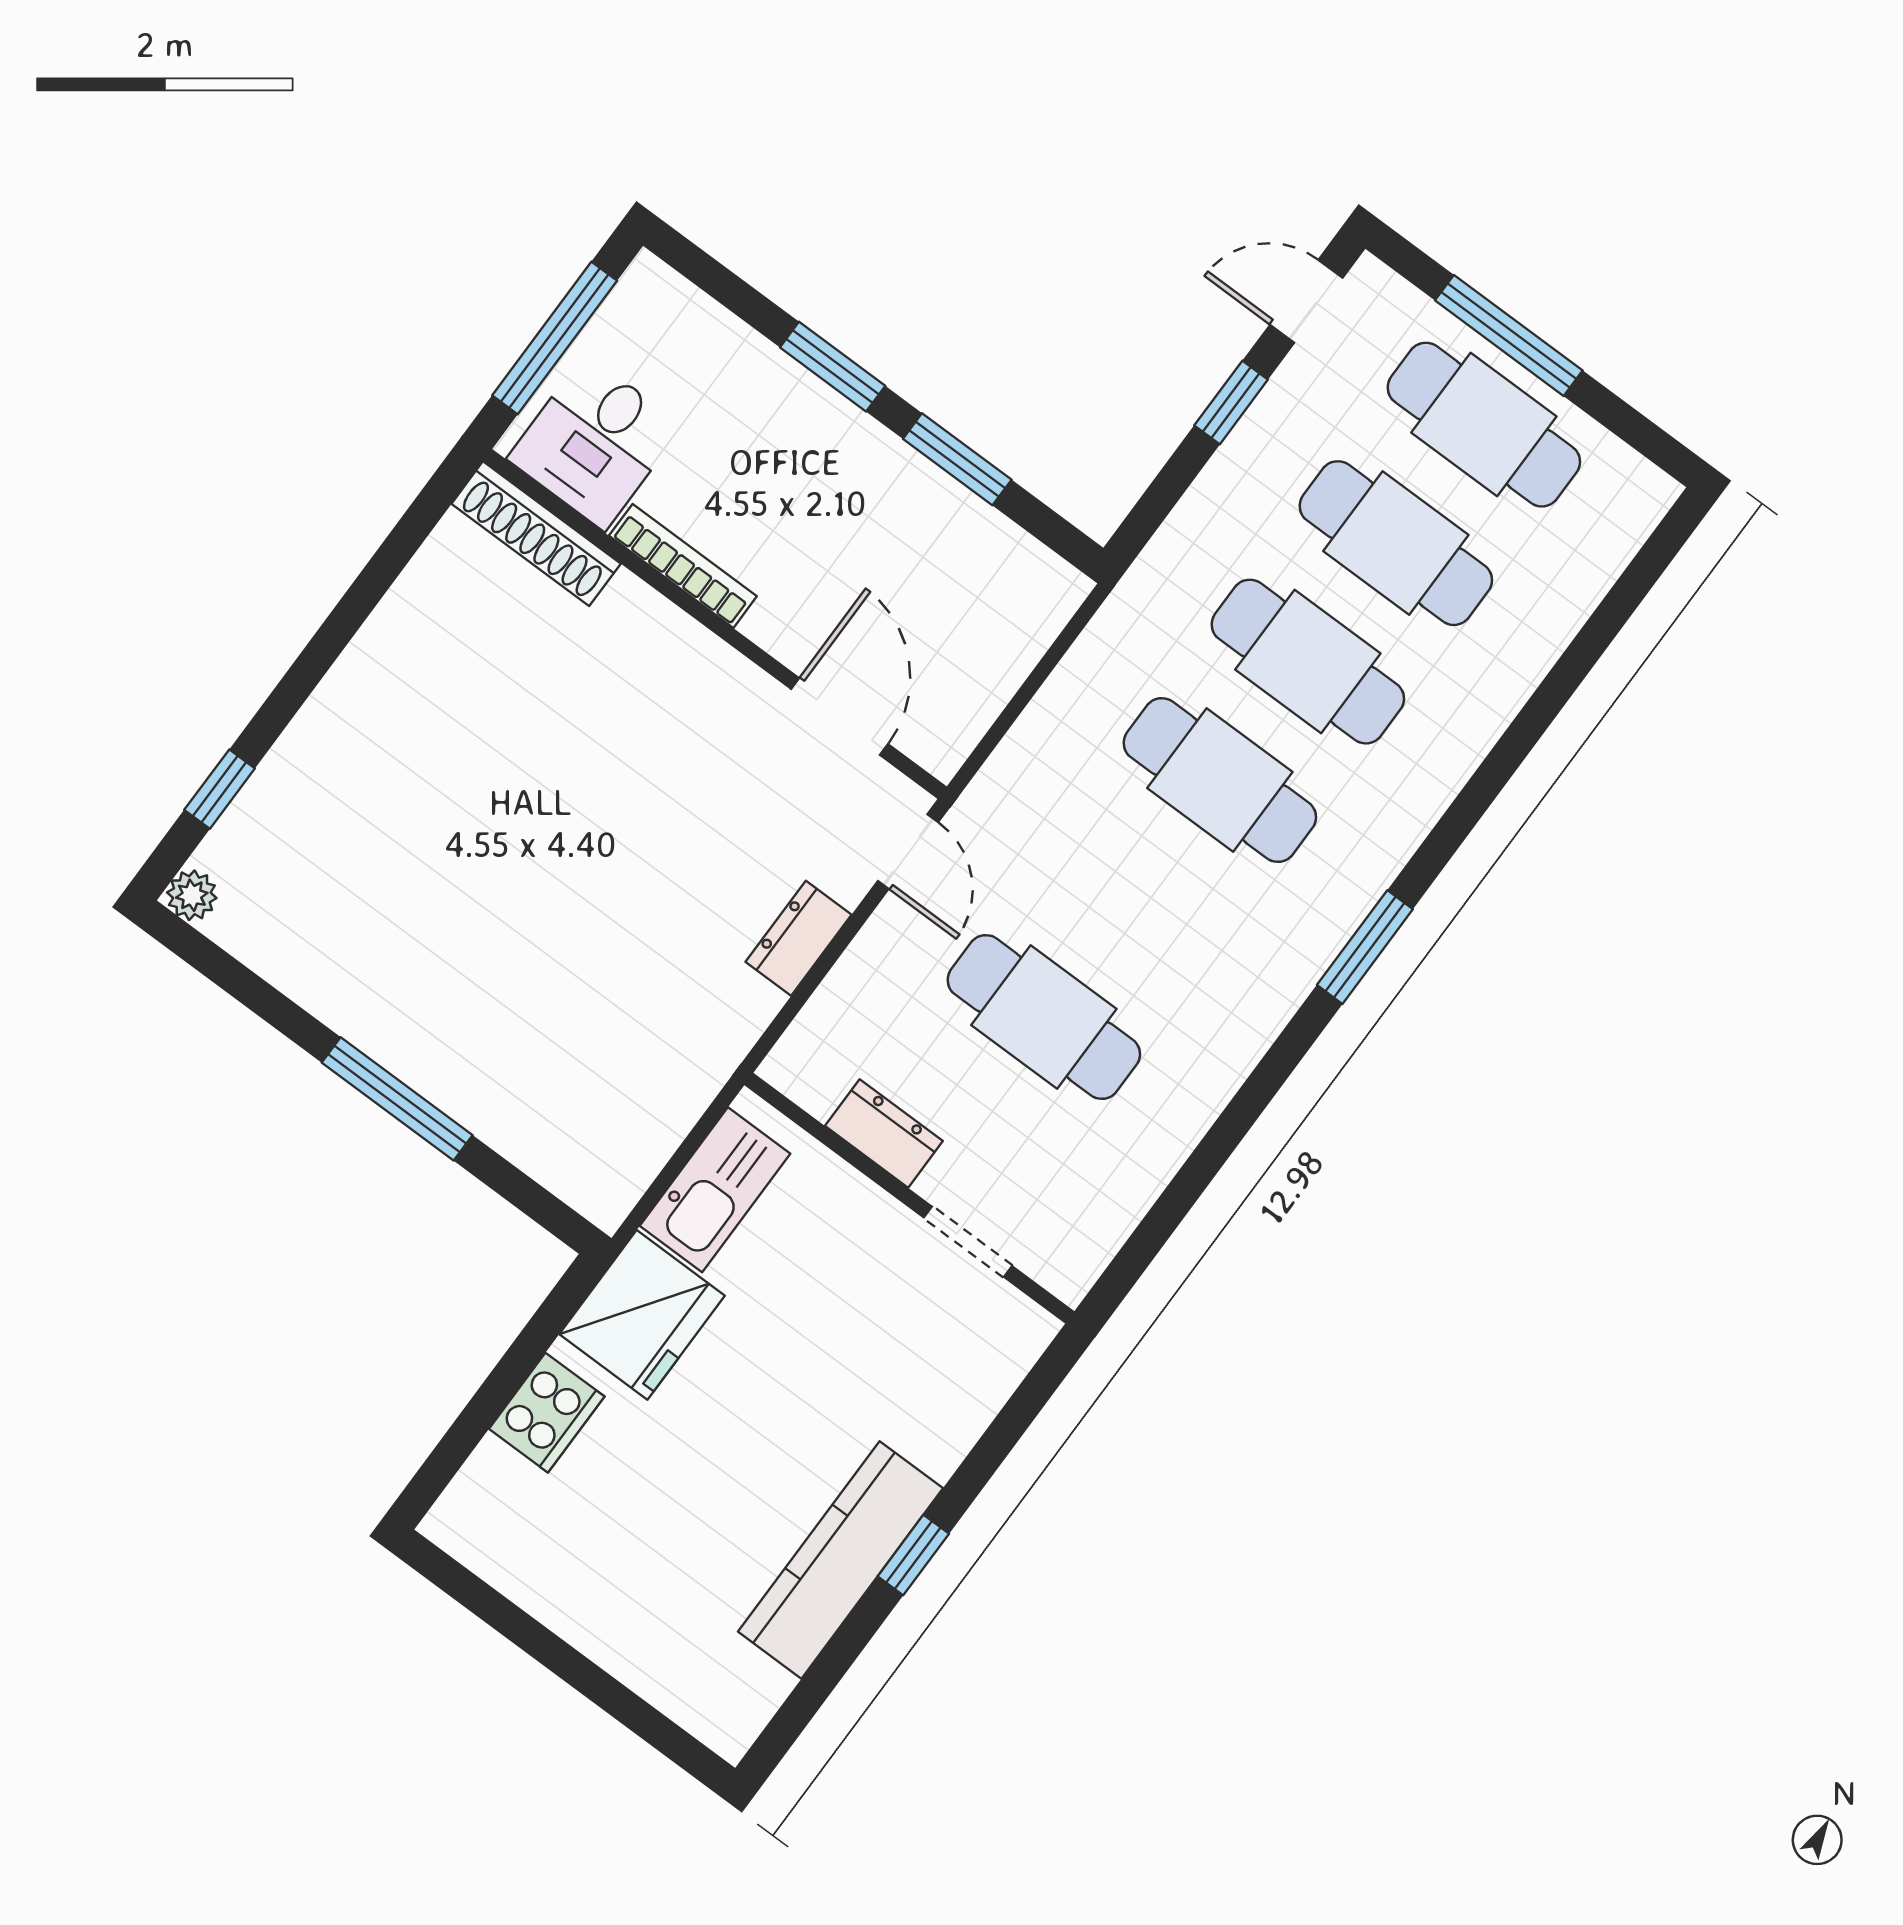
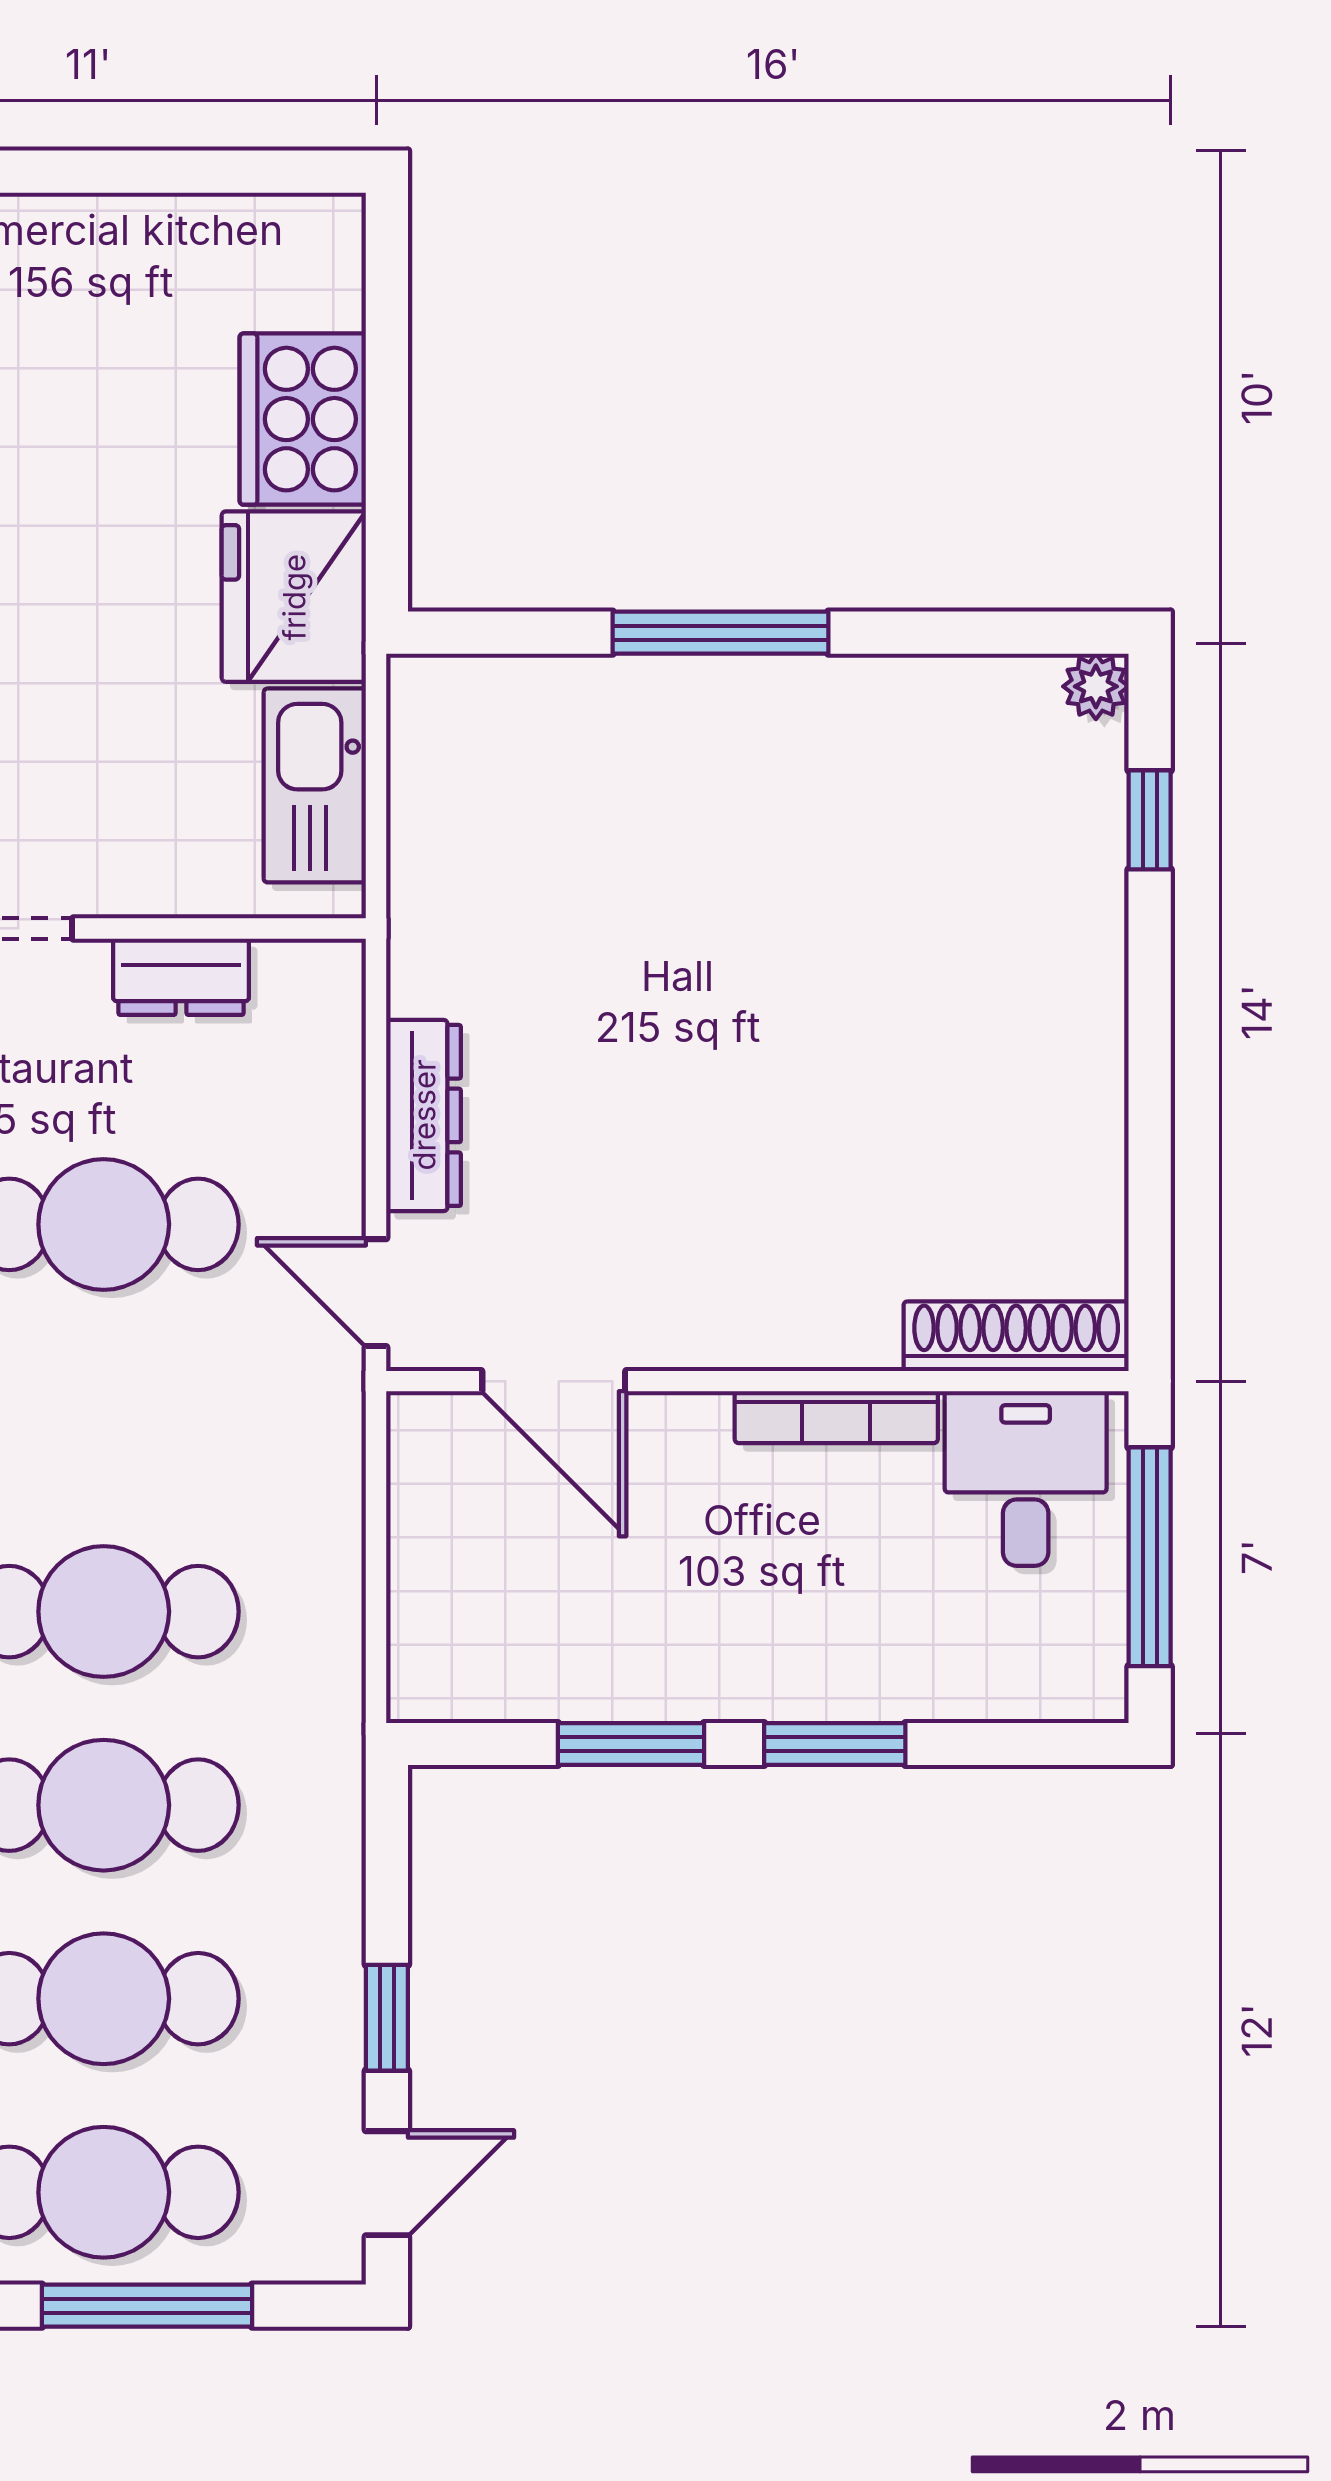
dresser: (798, 938) -> (424, 1115), width x1.44
cooker: (547, 1413) -> (303, 419), width x1.37, depth x1.31

